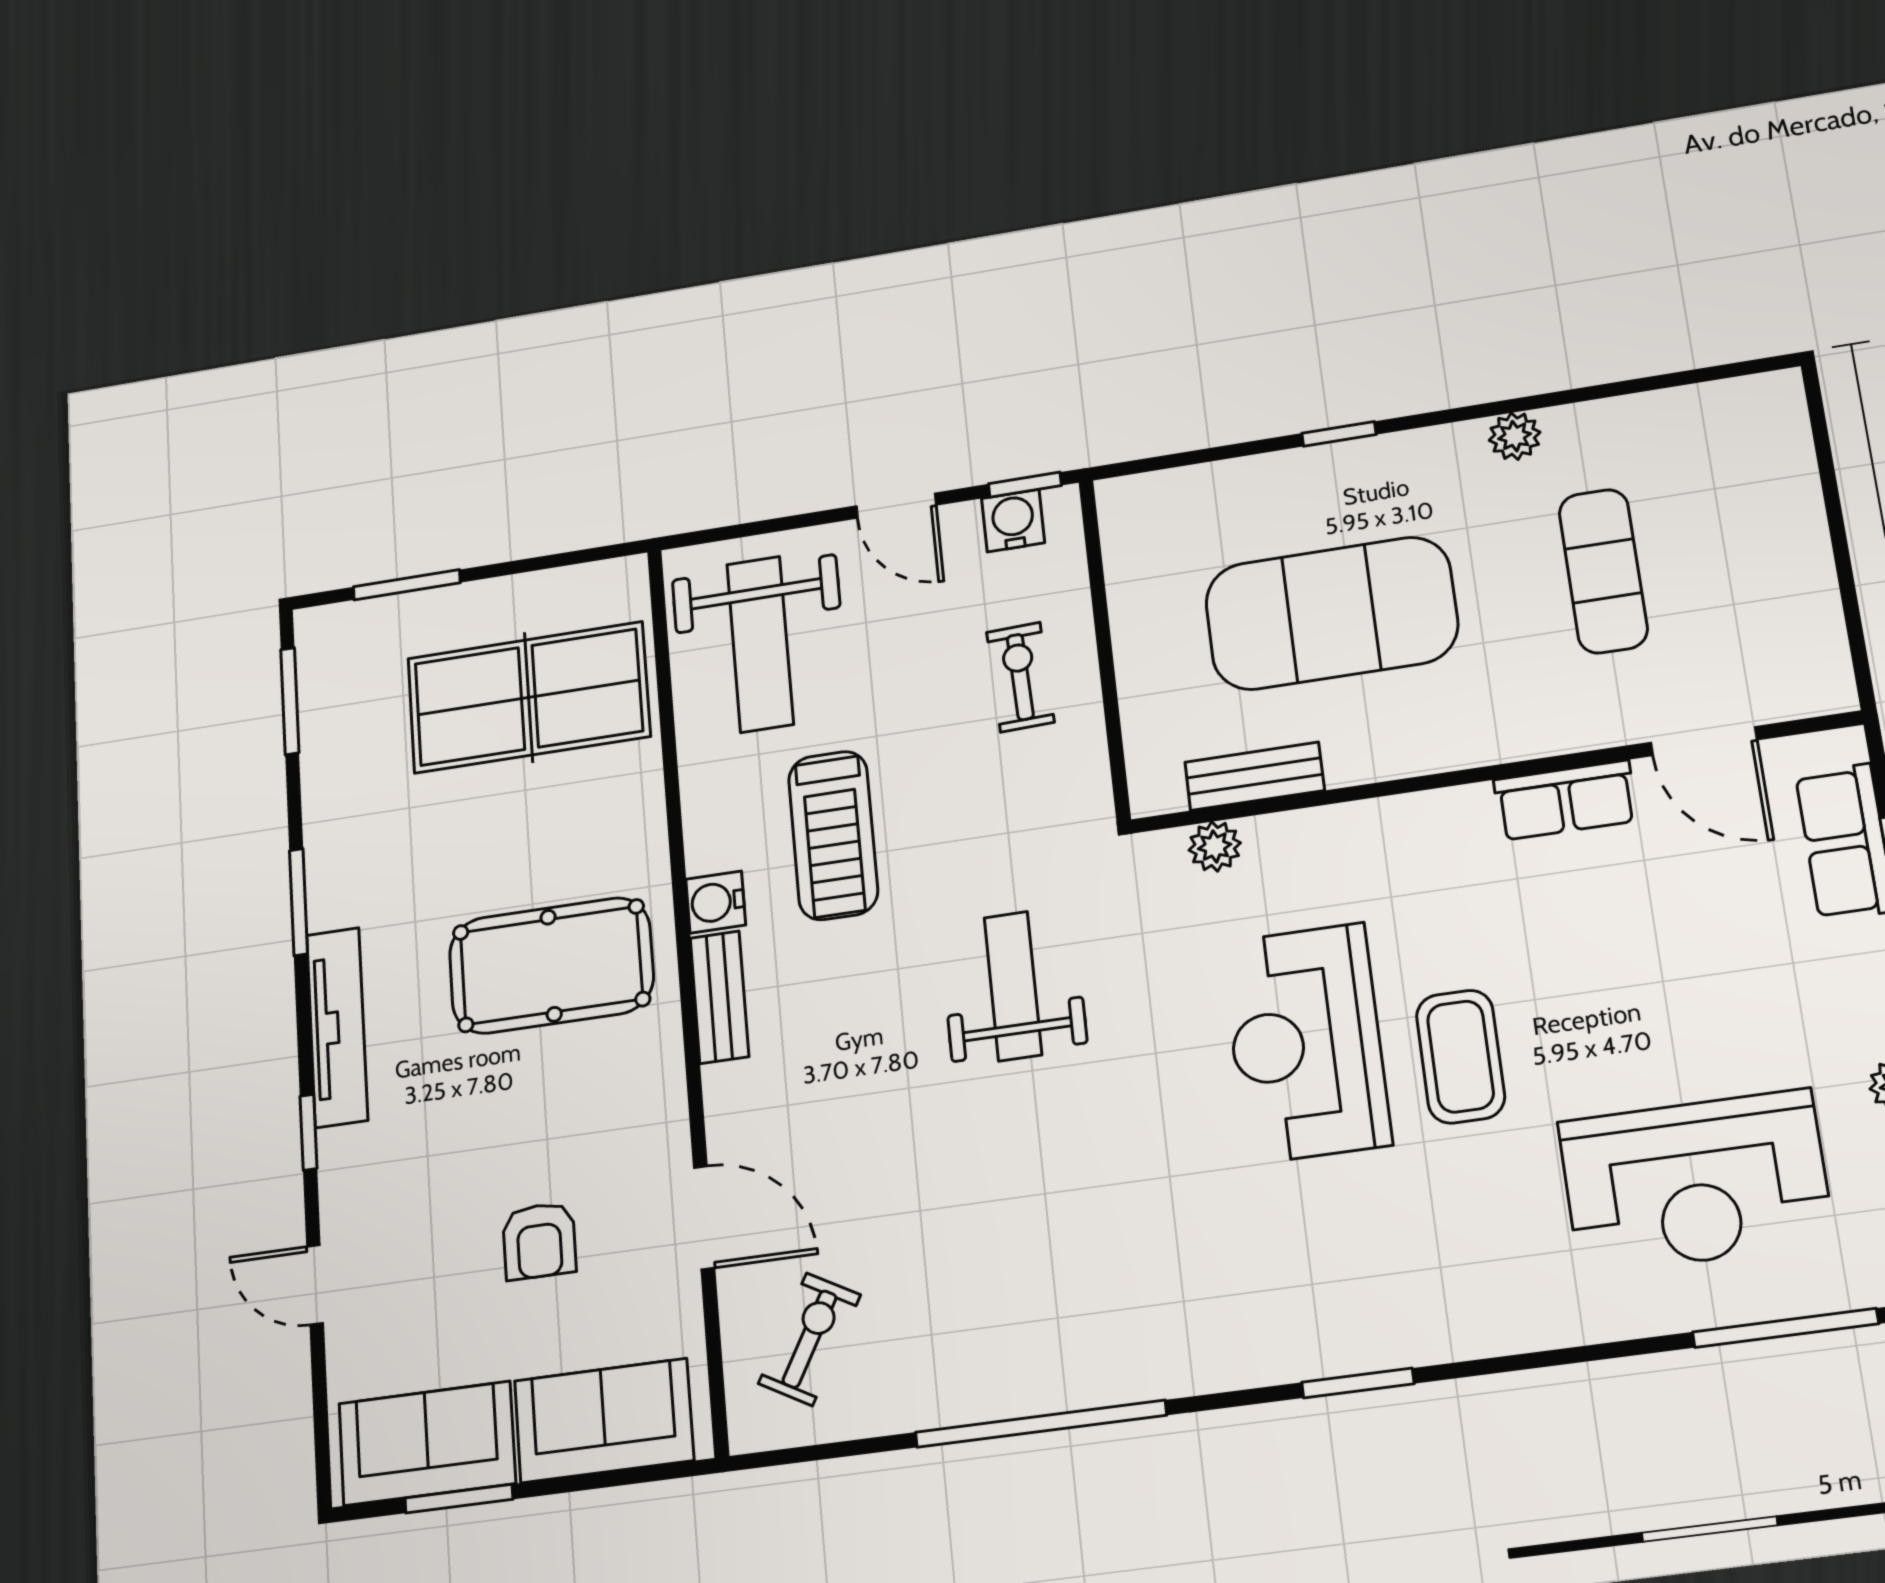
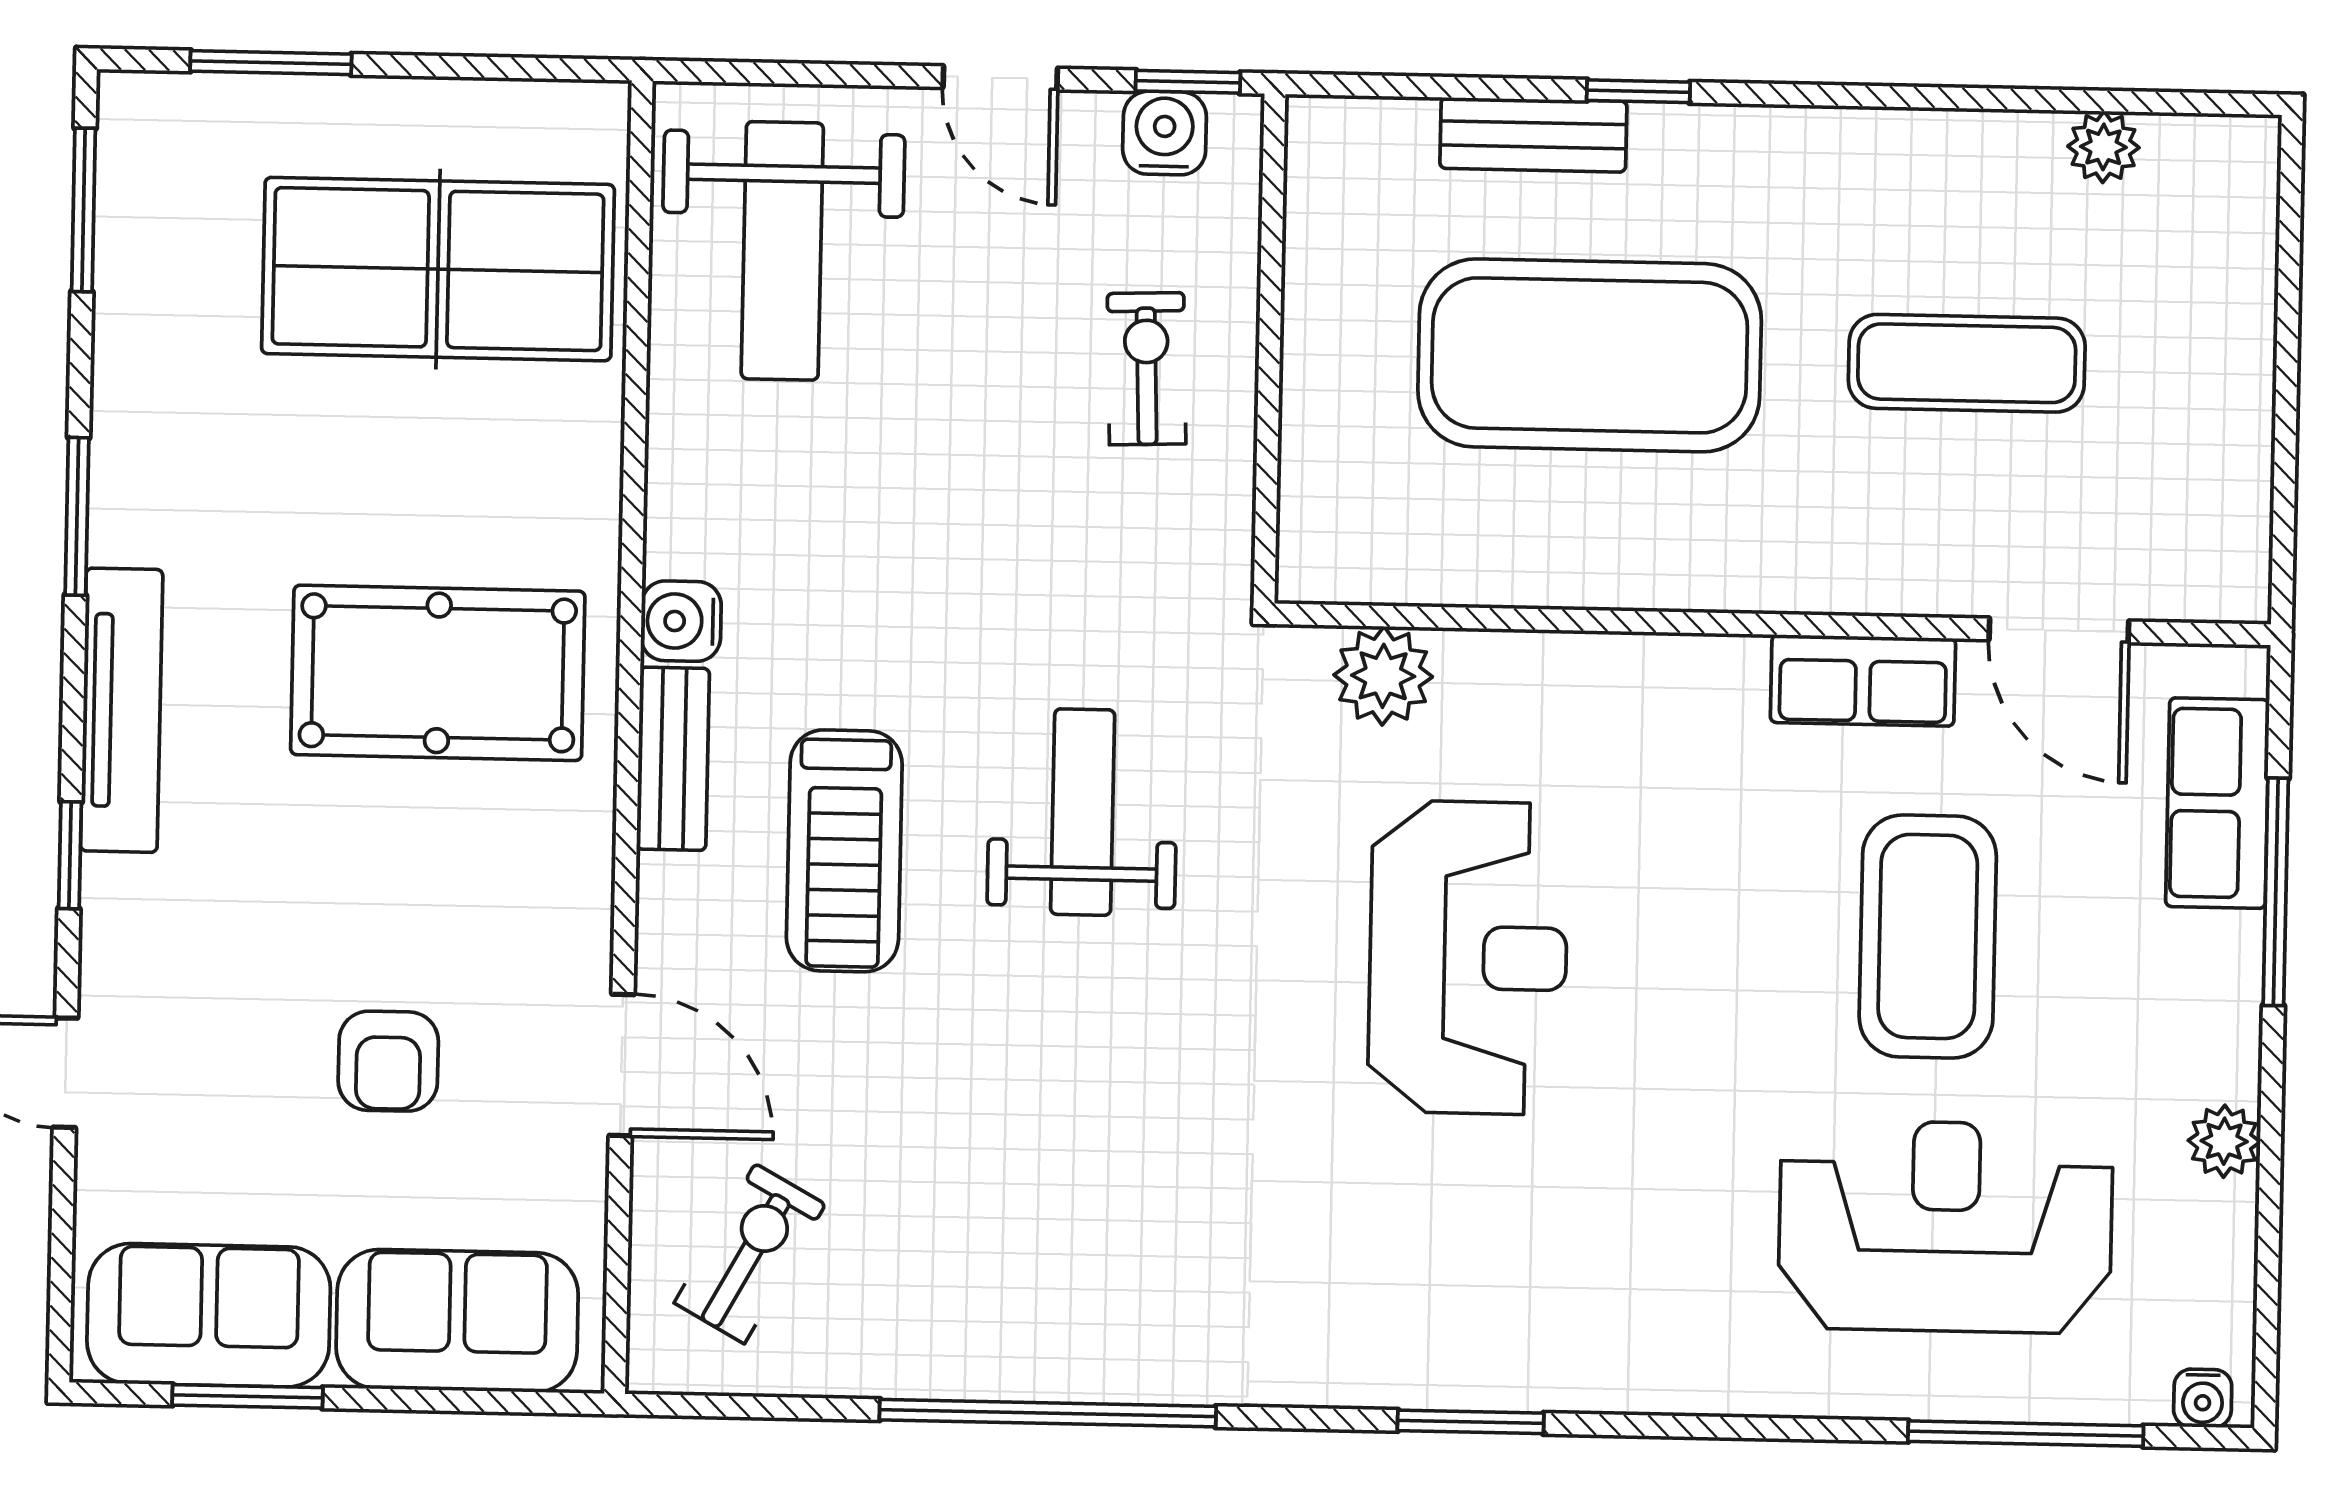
plant: (1515, 436) -> (2103, 147), moved
exercise mat: (1603, 571) -> (1967, 363), turned 90
bench: (1255, 776) -> (1533, 135), moved
treadmill: (833, 835) -> (844, 851), moved
plant: (1215, 846) -> (1383, 676), width x1.38, depth x1.38
reception desk: (1306, 1043) -> (1468, 958), turned 180
coffee table: (1461, 1056) -> (1928, 936), moved, width x1.36, depth x1.32
reception desk: (1695, 1182) -> (1945, 1227), turned 180

